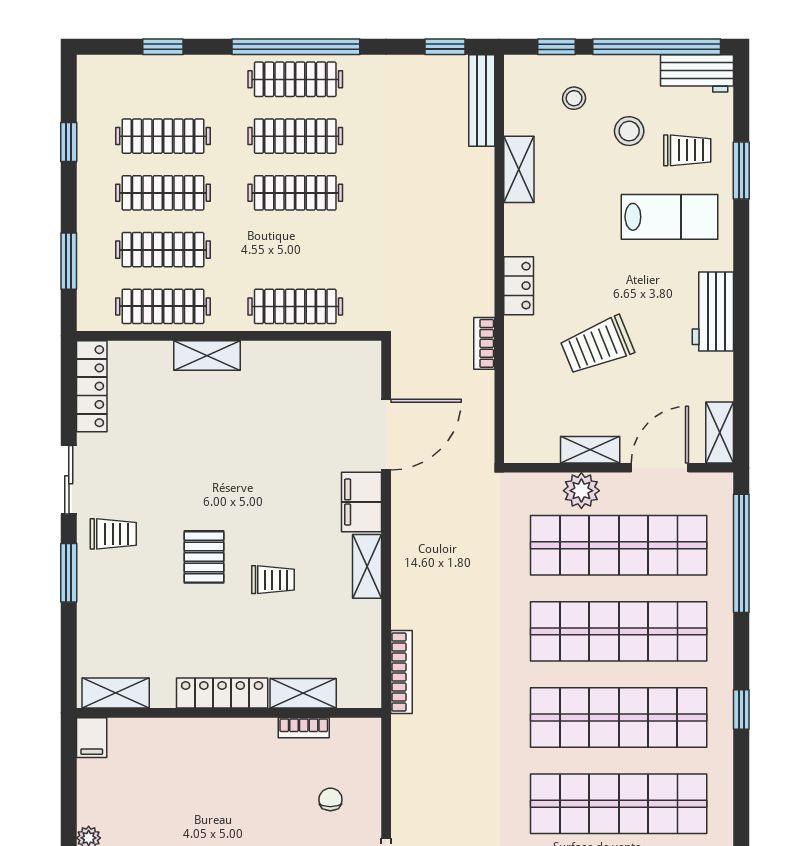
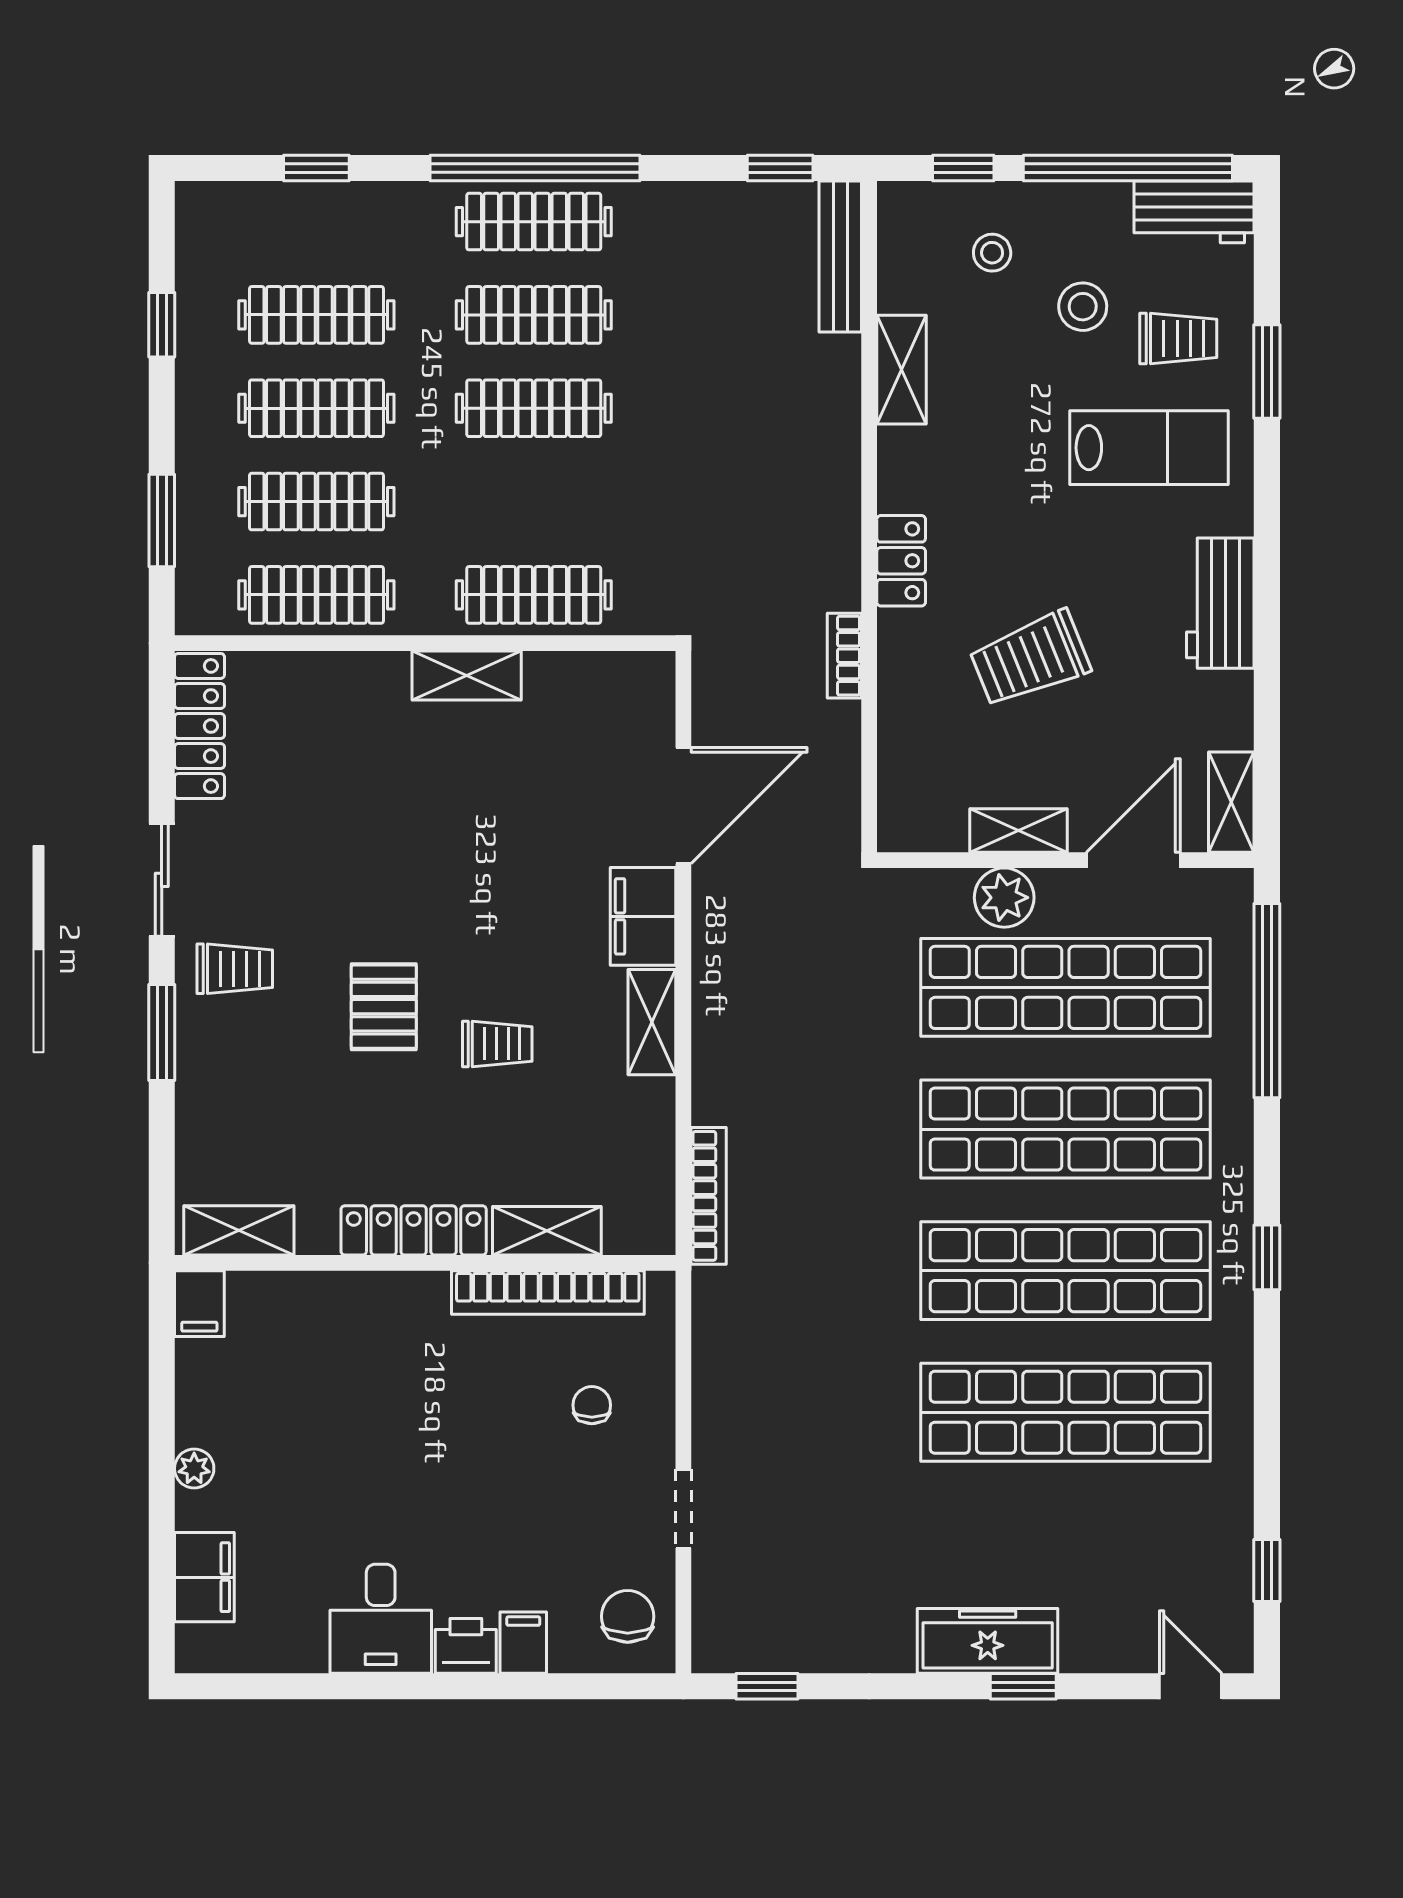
shelving: (207, 355) -> (467, 675), moved
bookcase: (304, 728) -> (548, 1292), width x2.31, depth x1.31

